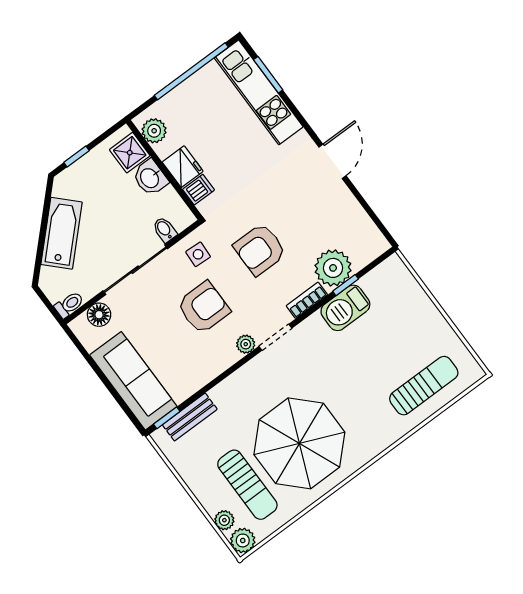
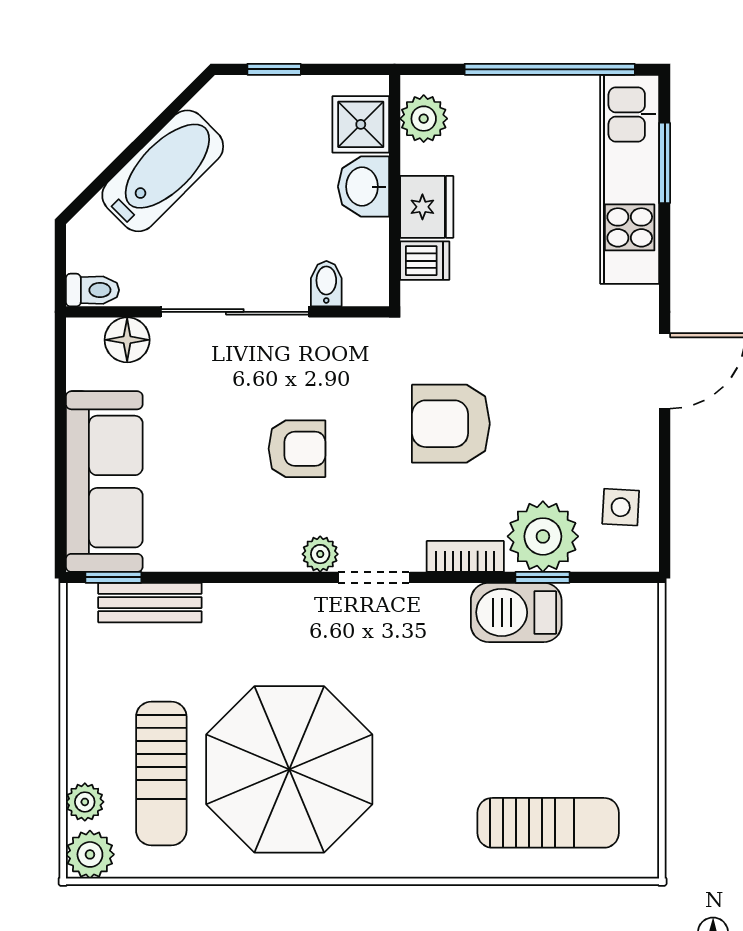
side table: (198, 254) -> (621, 507), moved
armchair: (203, 307) -> (297, 449), width x0.72, depth x0.72

